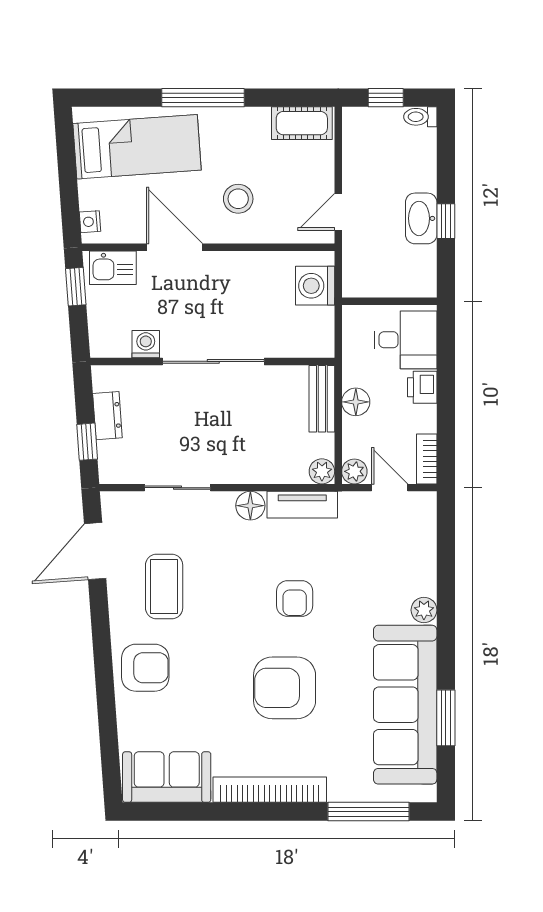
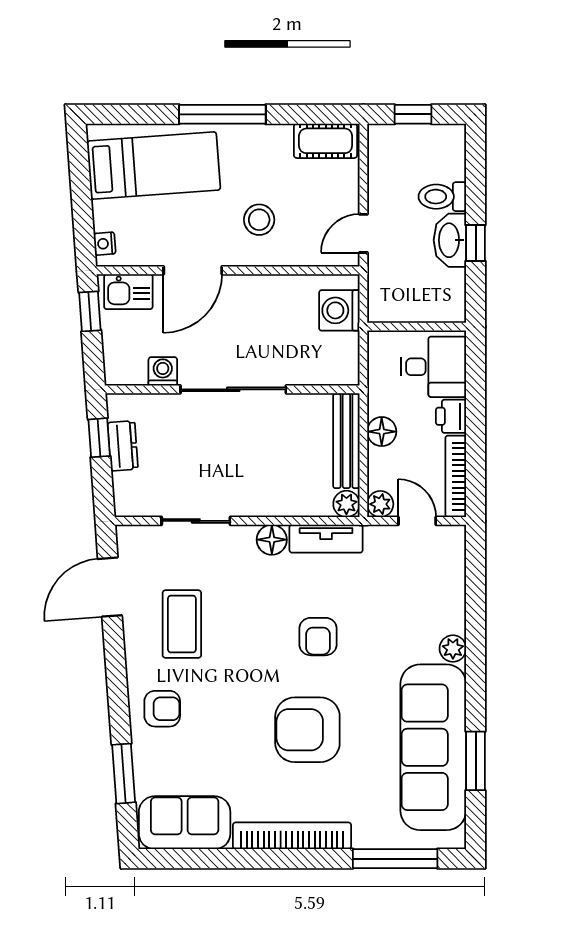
toilet: (420, 117) -> (442, 197), moved, width x1.37, depth x1.39
door: (174, 247) -> (193, 270), swing flipped
bench: (322, 399) -> (346, 441), width x1.36
window: (87, 442) -> (99, 438), moved
bookcase: (427, 459) -> (456, 476), width x1.56
armchair: (145, 668) -> (162, 709), width x0.72, depth x0.72
window: (108, 730) -> (124, 774), added

